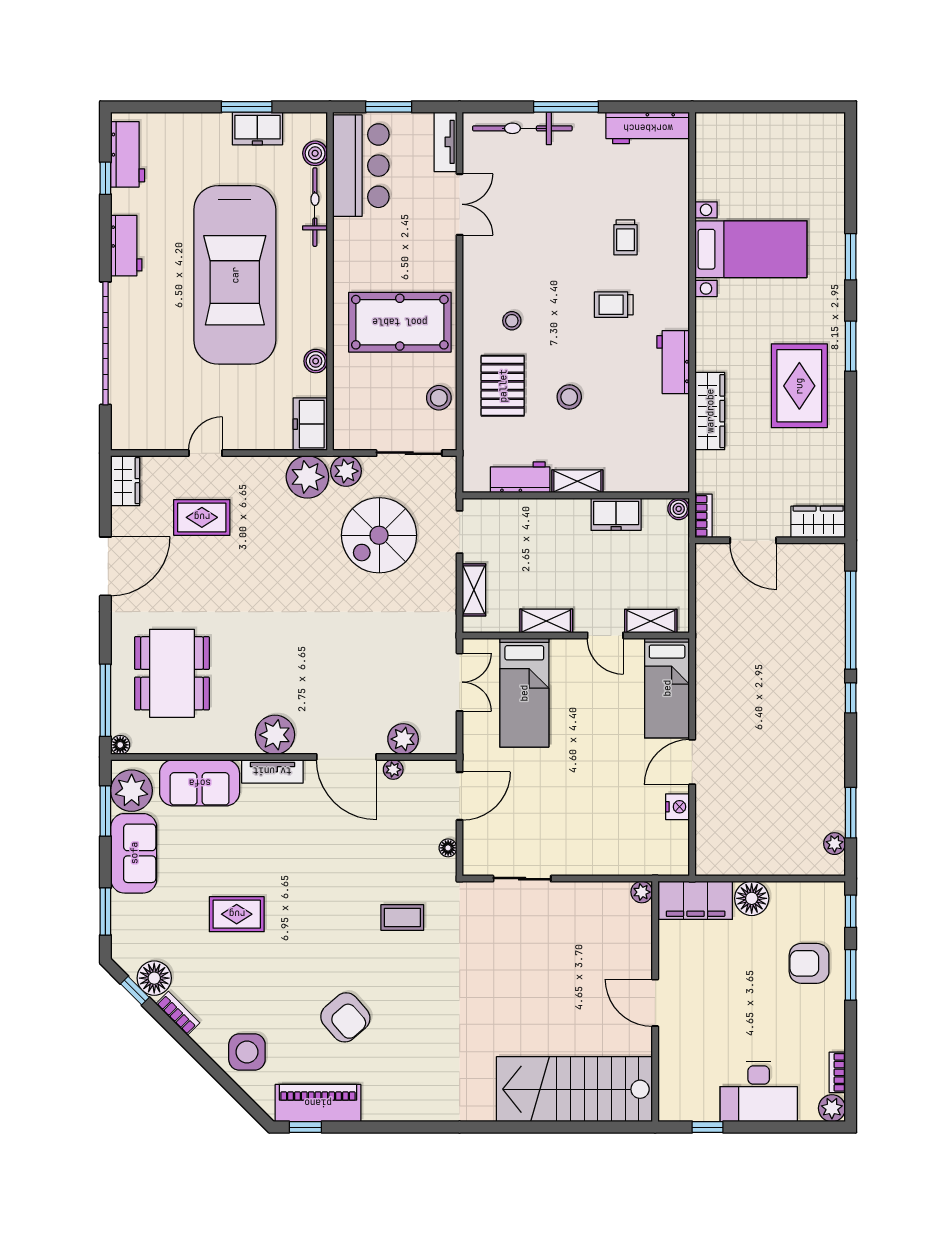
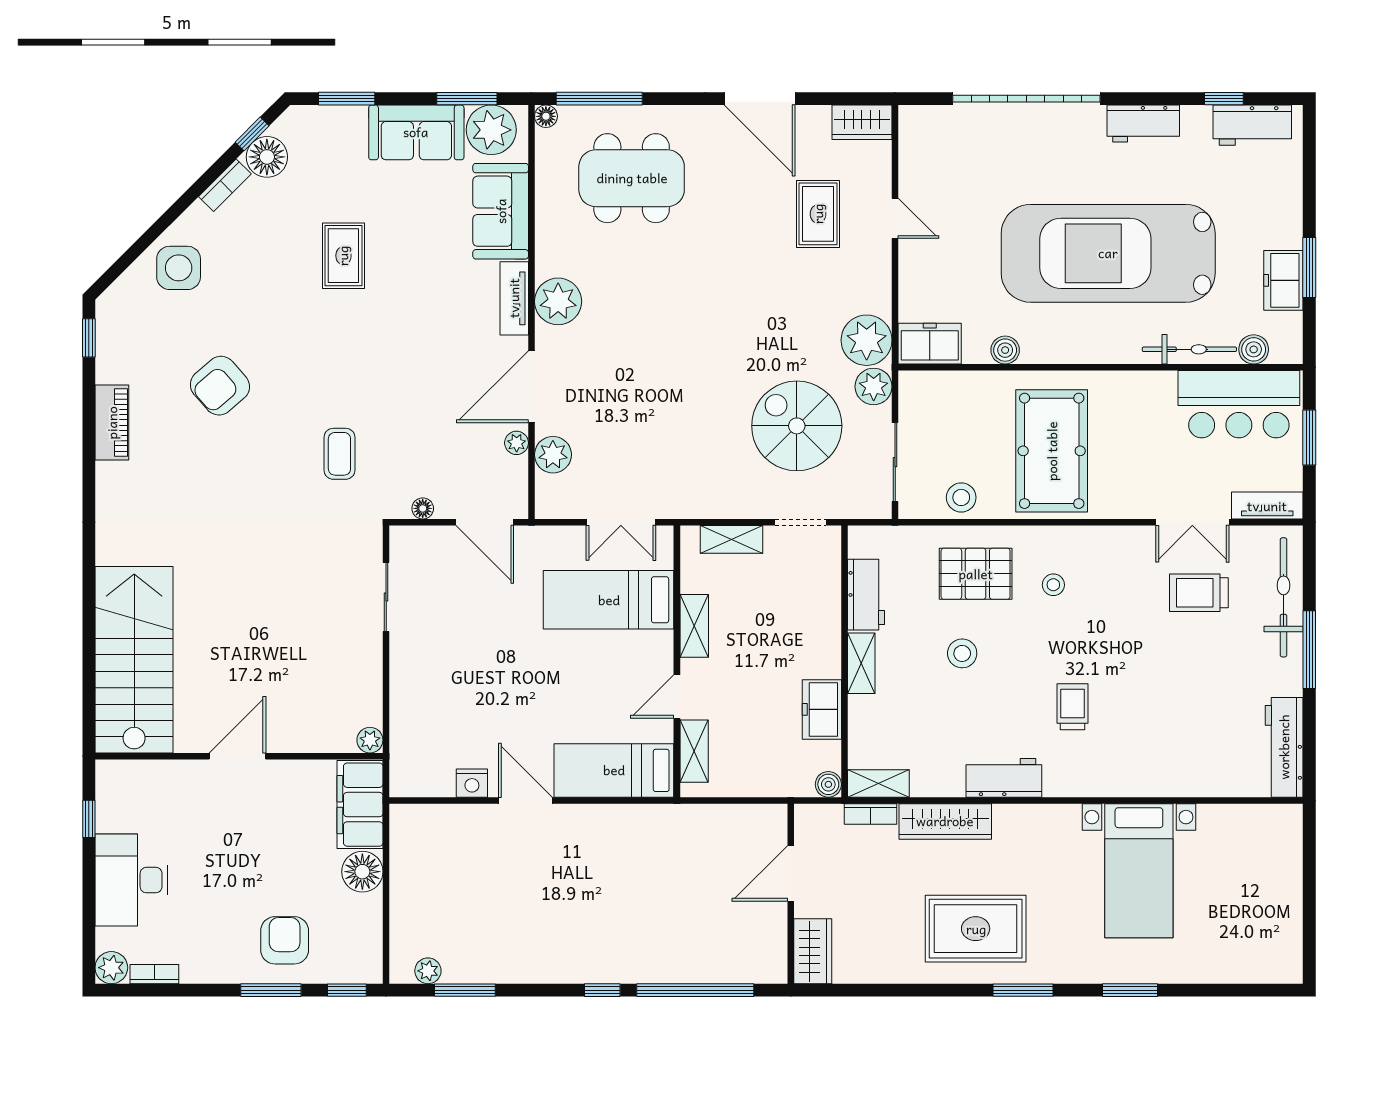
trolley: (625, 237) -> (1199, 593), moved, width x1.36, depth x1.39
shelving: (678, 467) -> (878, 783), added
bookcase: (703, 516) -> (870, 814), moved
piano: (318, 1103) -> (112, 423), moved, width x0.73, depth x0.75

